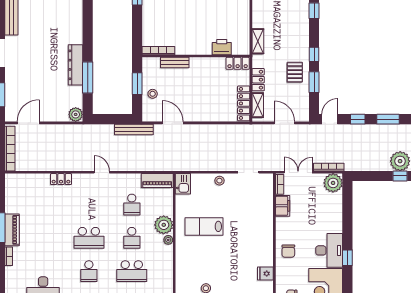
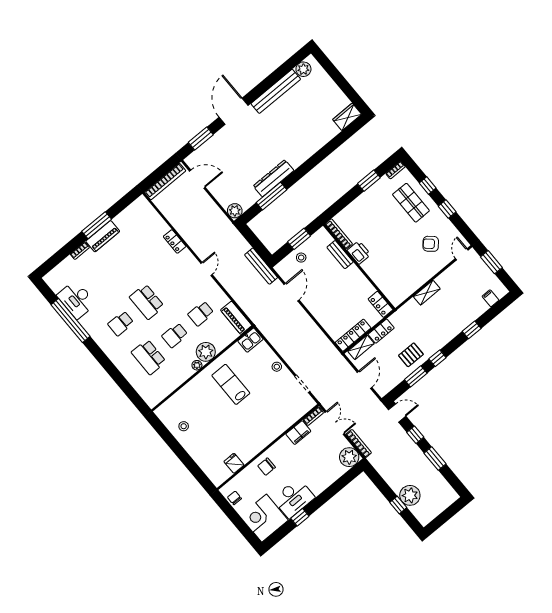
shelving: (258, 41) -> (427, 293), moved
printer: (222, 47) -> (359, 252), moved

